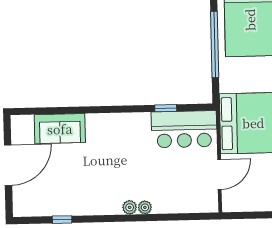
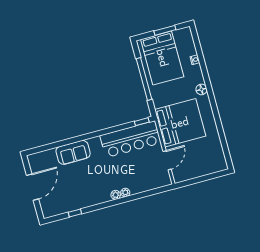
window: (166, 108) -> (142, 122), moved
sofa: (60, 129) -> (73, 152), moved
bar counter: (184, 129) -> (130, 139), width x1.36

